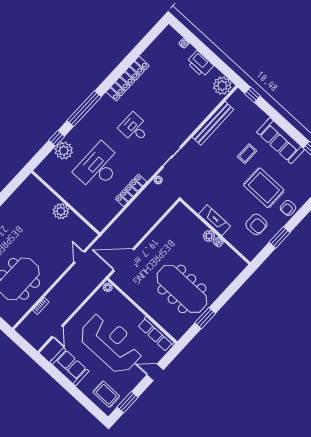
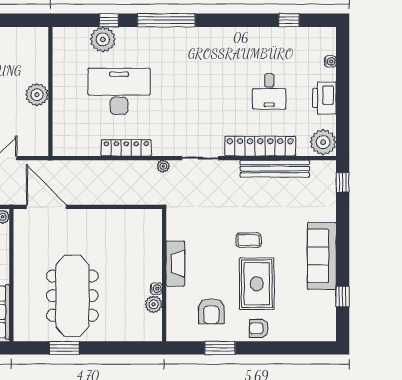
window: (143, 45) -> (289, 20), added
locker: (128, 79) -> (260, 146), moved, turned 180
desk: (134, 128) -> (269, 91), moved, turned 180
coffee table: (247, 154) -> (249, 240), moved
plant: (209, 236) -> (154, 304), moved

